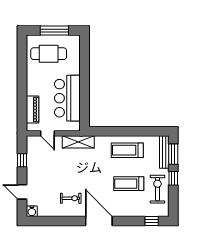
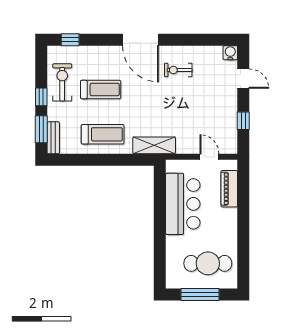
shelving: (78, 142) -> (154, 145), moved
bench: (164, 152) -> (53, 138), width x0.73
exercise bike: (157, 189) -> (62, 82), turned 180

